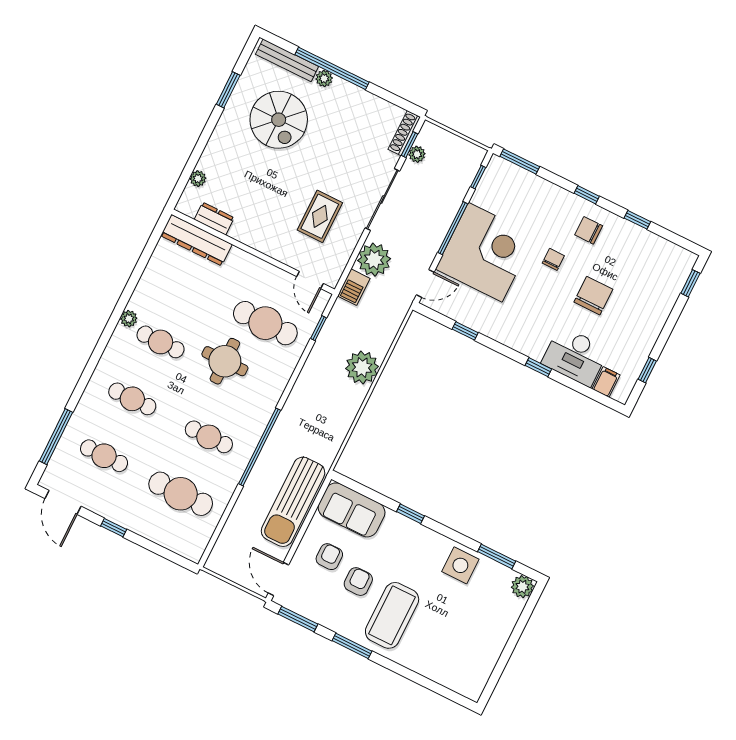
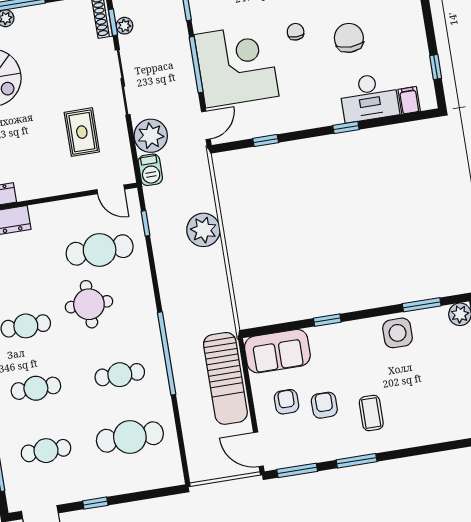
coffee table: (392, 615) -> (371, 413), width x0.54, depth x0.58

